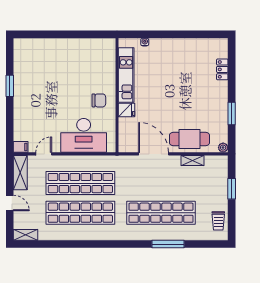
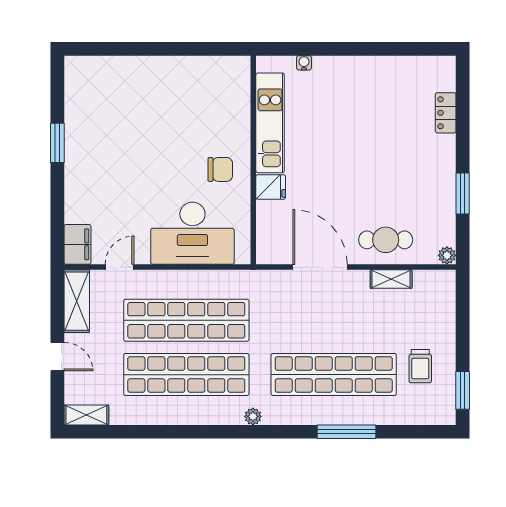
cafe table: (189, 139) -> (386, 240), width x0.73, depth x0.74
filing cabinet: (21, 147) -> (77, 244), width x2.00
window: (232, 189) -> (463, 390), moved
trolley: (218, 221) -> (420, 366), moved
plant: (117, 236) -> (253, 416), added

